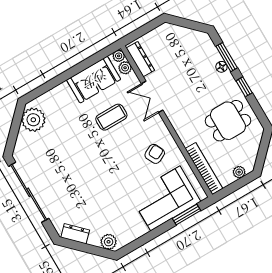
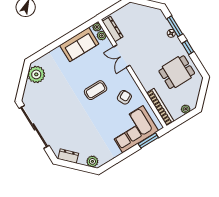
coffee table: (111, 117) -> (96, 90), moved

